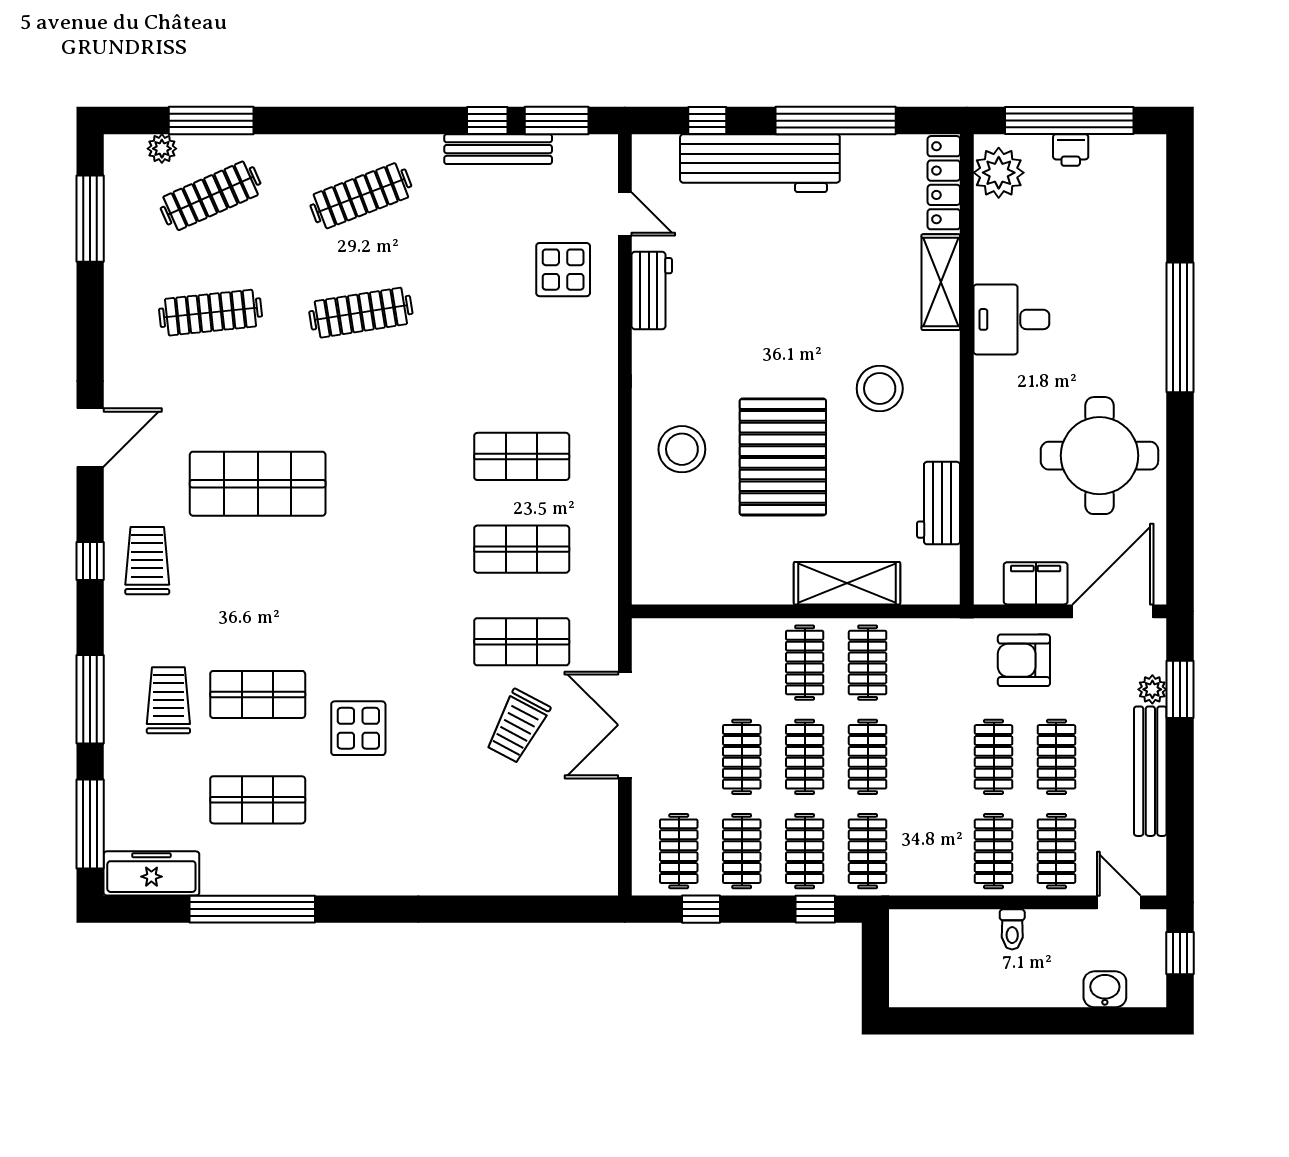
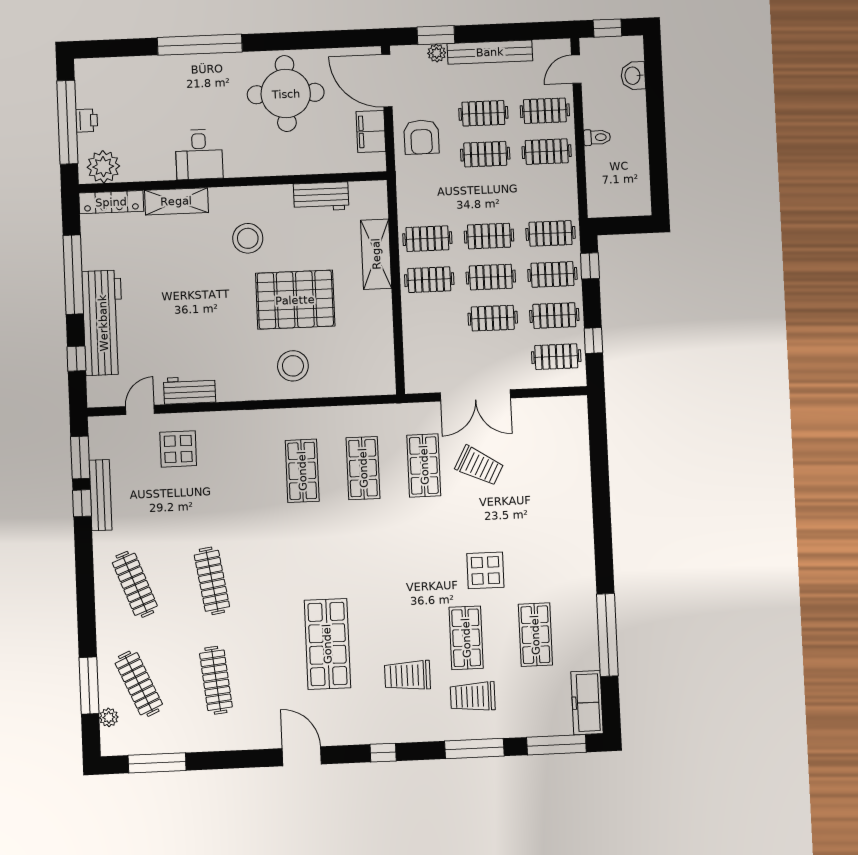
trolley: (147, 561) -> (407, 675), moved

